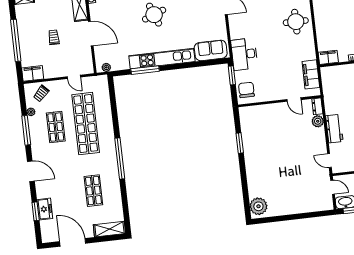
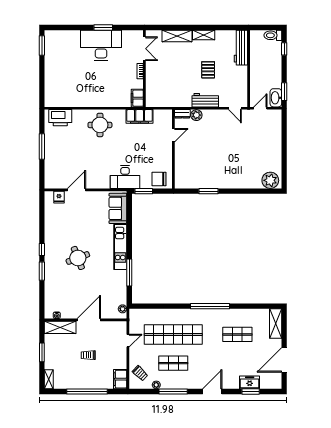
kitchen unit: (162, 59) -> (120, 247), width x0.73
filing cabinet: (311, 74) -> (140, 116), moved
door: (329, 161) -> (235, 108), hinge flipped

